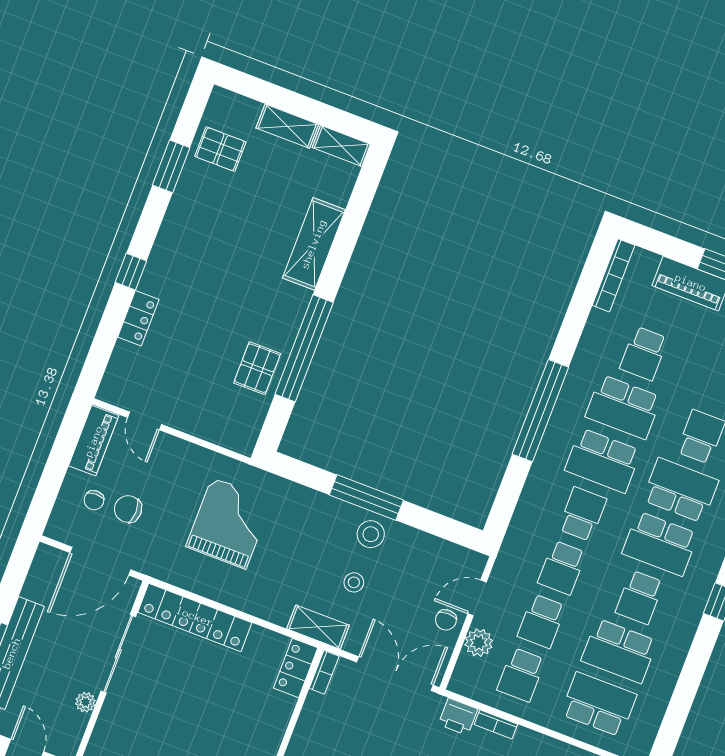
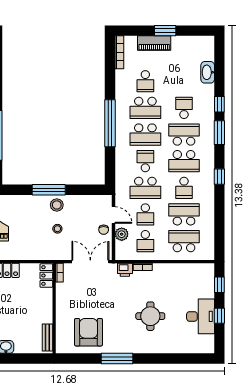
school desk: (562, 568) -> (145, 188), width x1.85
door: (477, 598) -> (114, 215), swing flipped
shelving: (318, 627) -> (49, 254), removed
school desk: (619, 651) -> (184, 214), turned 180

